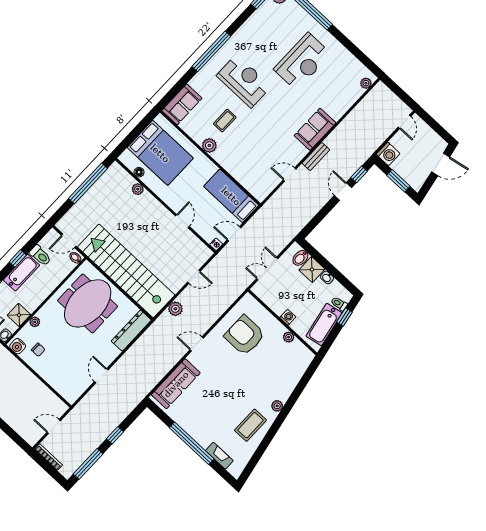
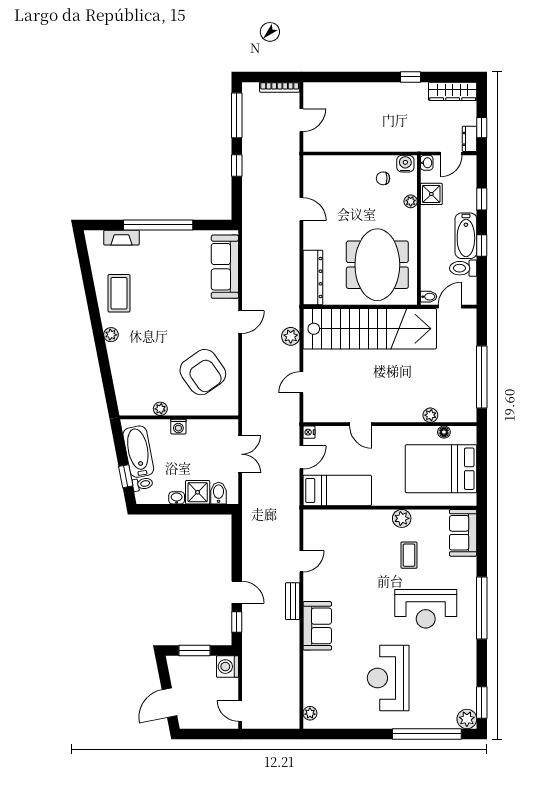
armchair: (245, 335) -> (203, 372), turned 55

